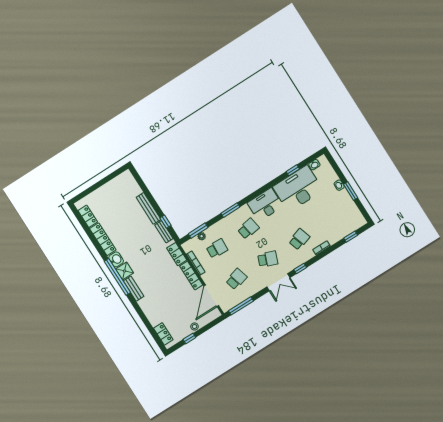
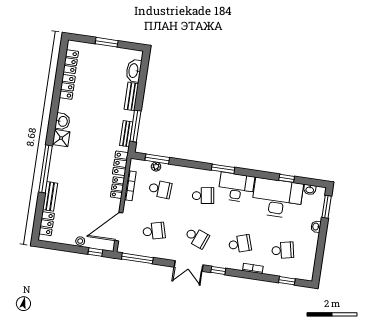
window: (100, 184) -> (107, 42), added
washbasin: (133, 187) -> (134, 71), added
window: (351, 191) -> (327, 207), moved
bench: (149, 208) -> (131, 96), width x0.73
window: (230, 210) -> (223, 169), moved
school desk: (331, 219) -> (283, 250), added
window: (166, 222) -> (135, 126), width x2.17
locker: (103, 239) -> (67, 87), width x0.66
locker: (191, 276) -> (117, 188), width x0.66
window: (117, 277) -> (45, 169), moved
bench: (134, 289) -> (50, 196), moved
window: (189, 338) -> (95, 252), moved

